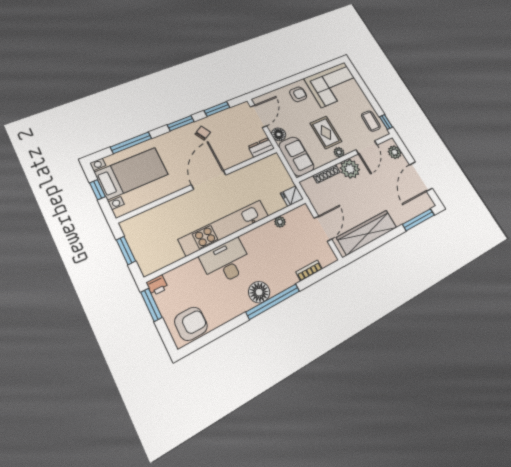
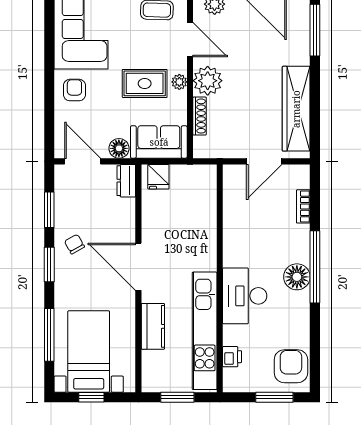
fridge: (292, 196) -> (158, 177), moved
kitchen counter: (172, 208) -> (153, 326), added
plant: (280, 222) -> (230, 209), removed
kitchen unit: (224, 227) -> (205, 331), moved
door: (323, 229) -> (264, 161), swing flipped
printer: (157, 285) -> (232, 357), moved
window: (151, 305) -> (274, 397), moved

